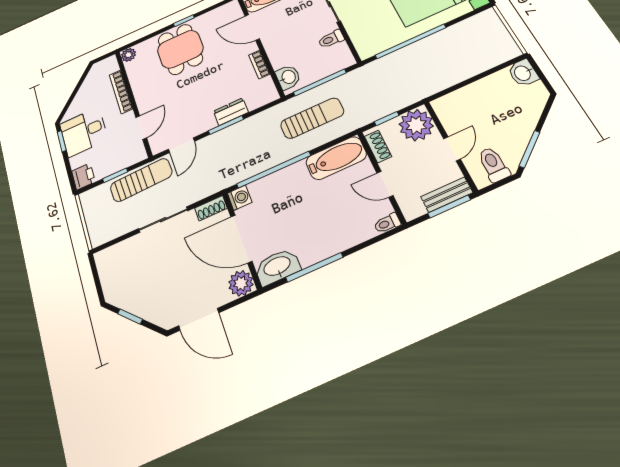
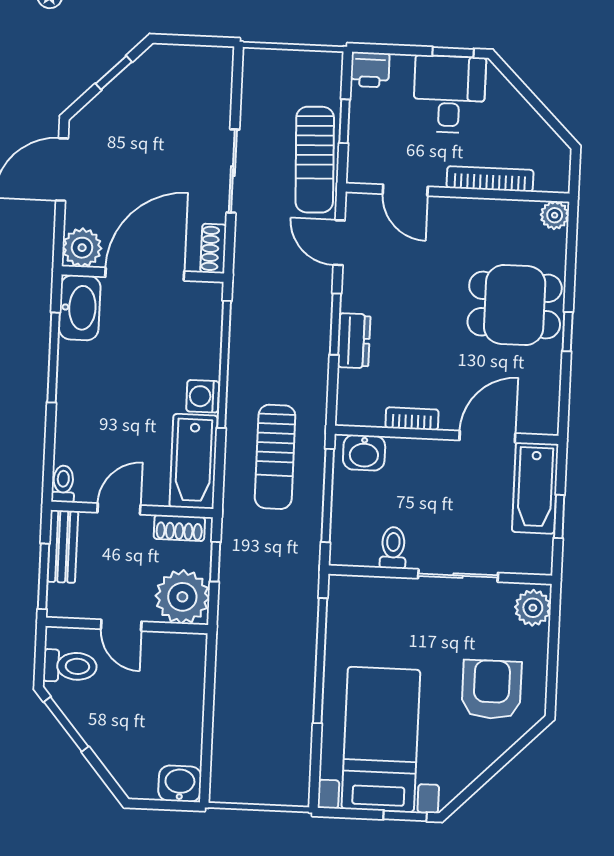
bench: (447, 195) -> (63, 546), moved
washing machine: (240, 198) -> (203, 396), moved, turned 90

